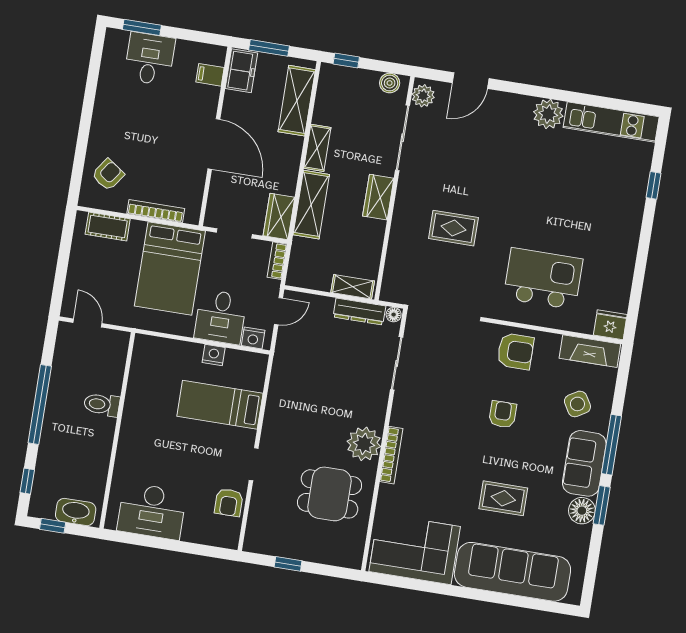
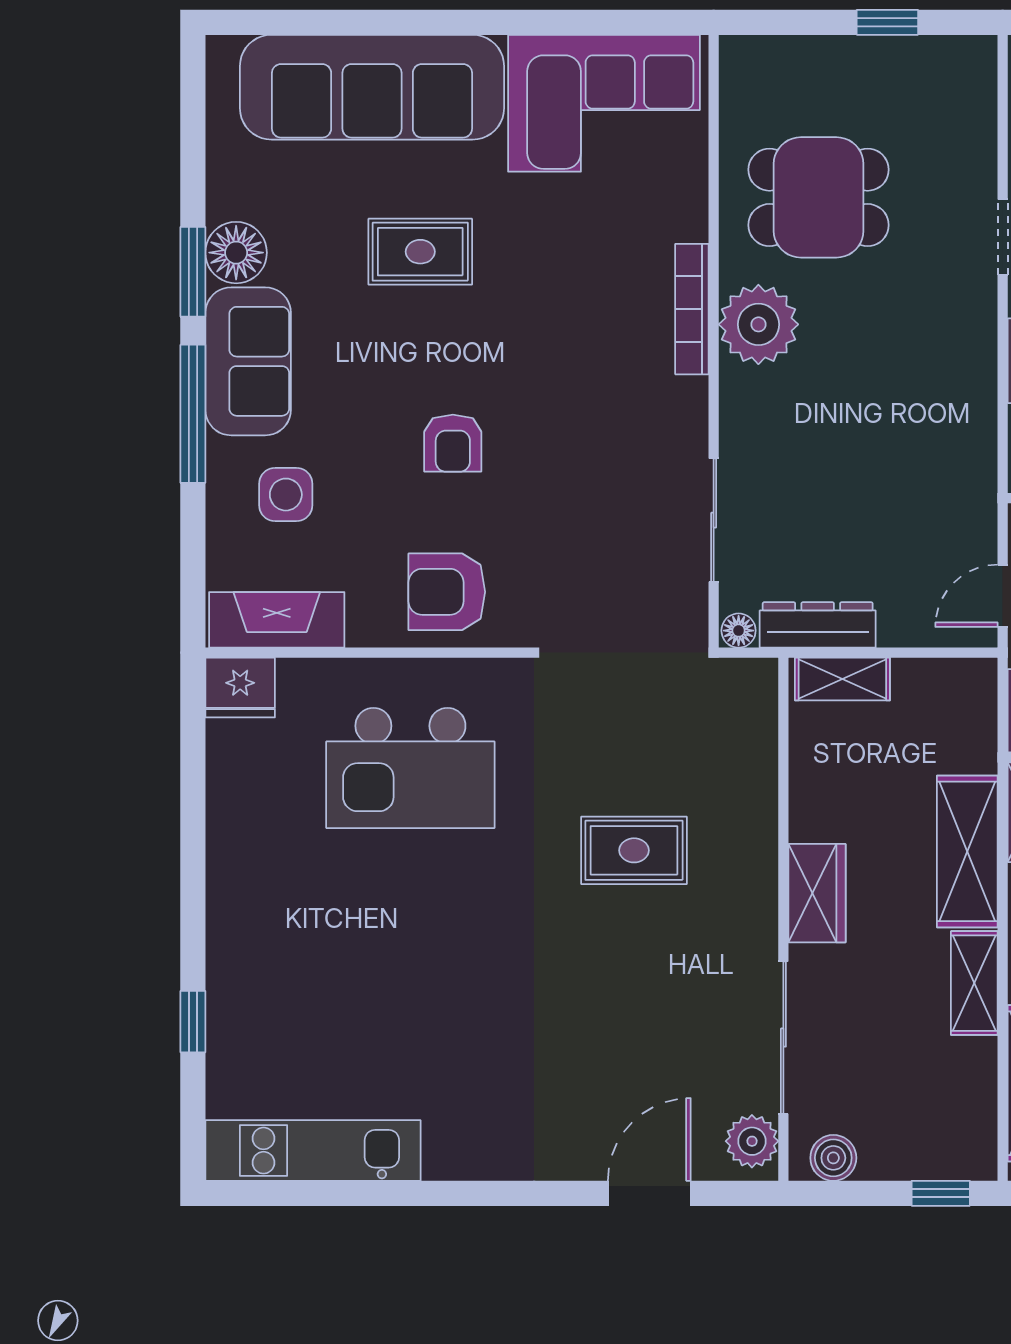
plant: (548, 114) -> (460, 1146), removed
side table: (577, 404) -> (286, 495), turned 31

